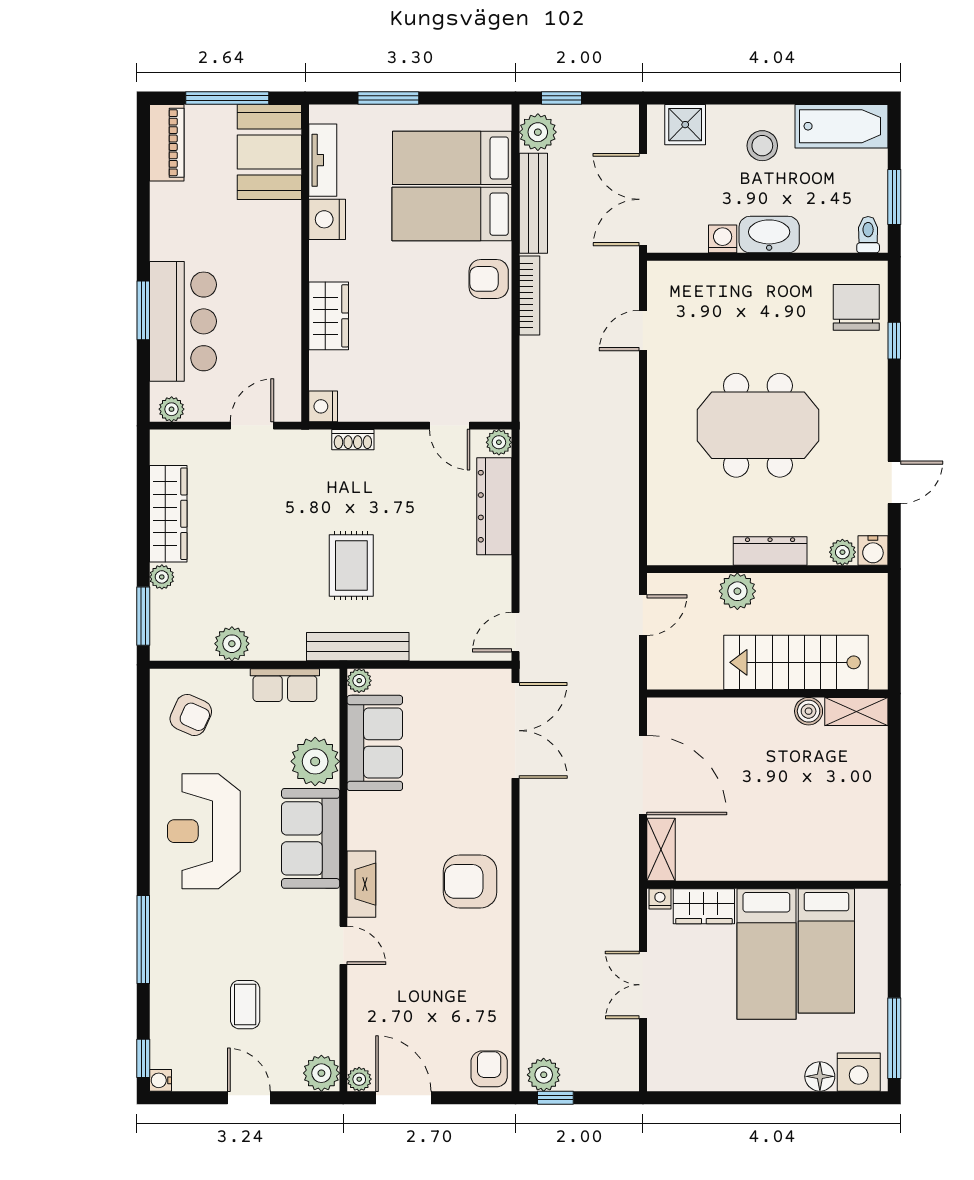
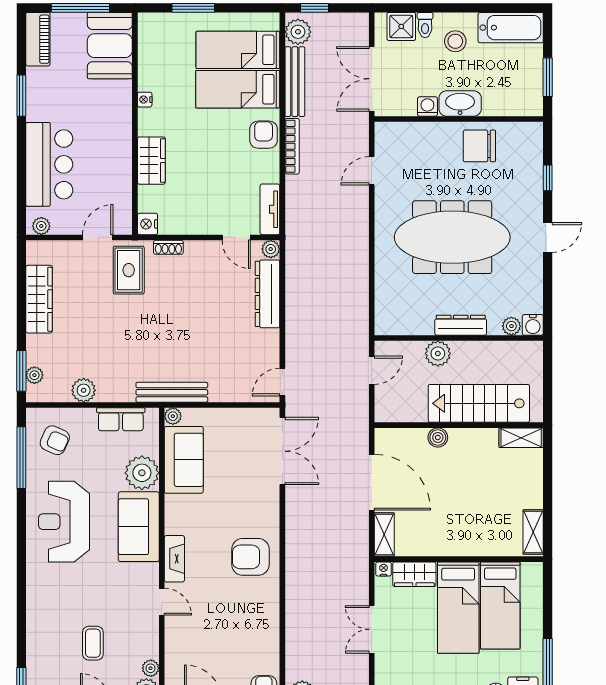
tv unit: (323, 160) -> (270, 209), moved, turned 180
nightstand: (327, 219) -> (145, 100), width x0.53, depth x0.56
toilet: (868, 235) -> (425, 25), moved, turned 180
armchair: (489, 279) -> (264, 135), turned 90
chair: (856, 307) -> (479, 146), moved, turned -90
window: (143, 310) -> (21, 96), moved
meeting table: (758, 425) -> (452, 237), width x1.36
door: (894, 482) -> (548, 237), moved
rug: (351, 566) -> (129, 270), moved
plant: (162, 577) -> (34, 375), moved
boiler: (809, 711) -> (438, 438), moved
shelving: (873, 846) -> (533, 532), added
window: (143, 939) -> (21, 458), moved
plant: (327, 1040) -> (151, 668), added

